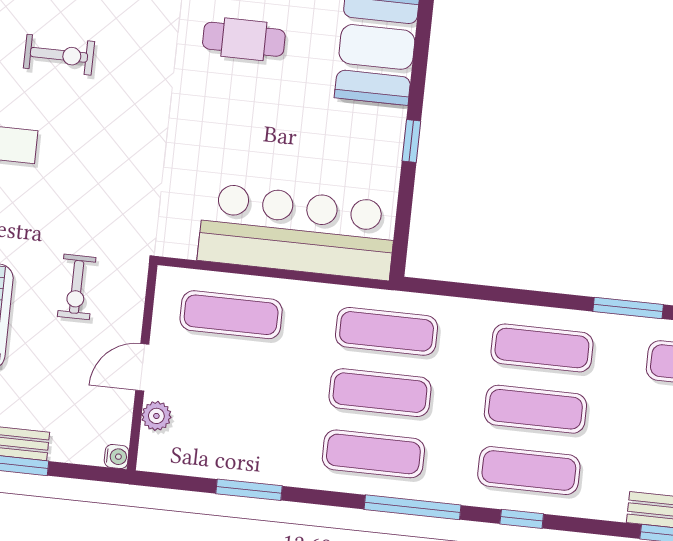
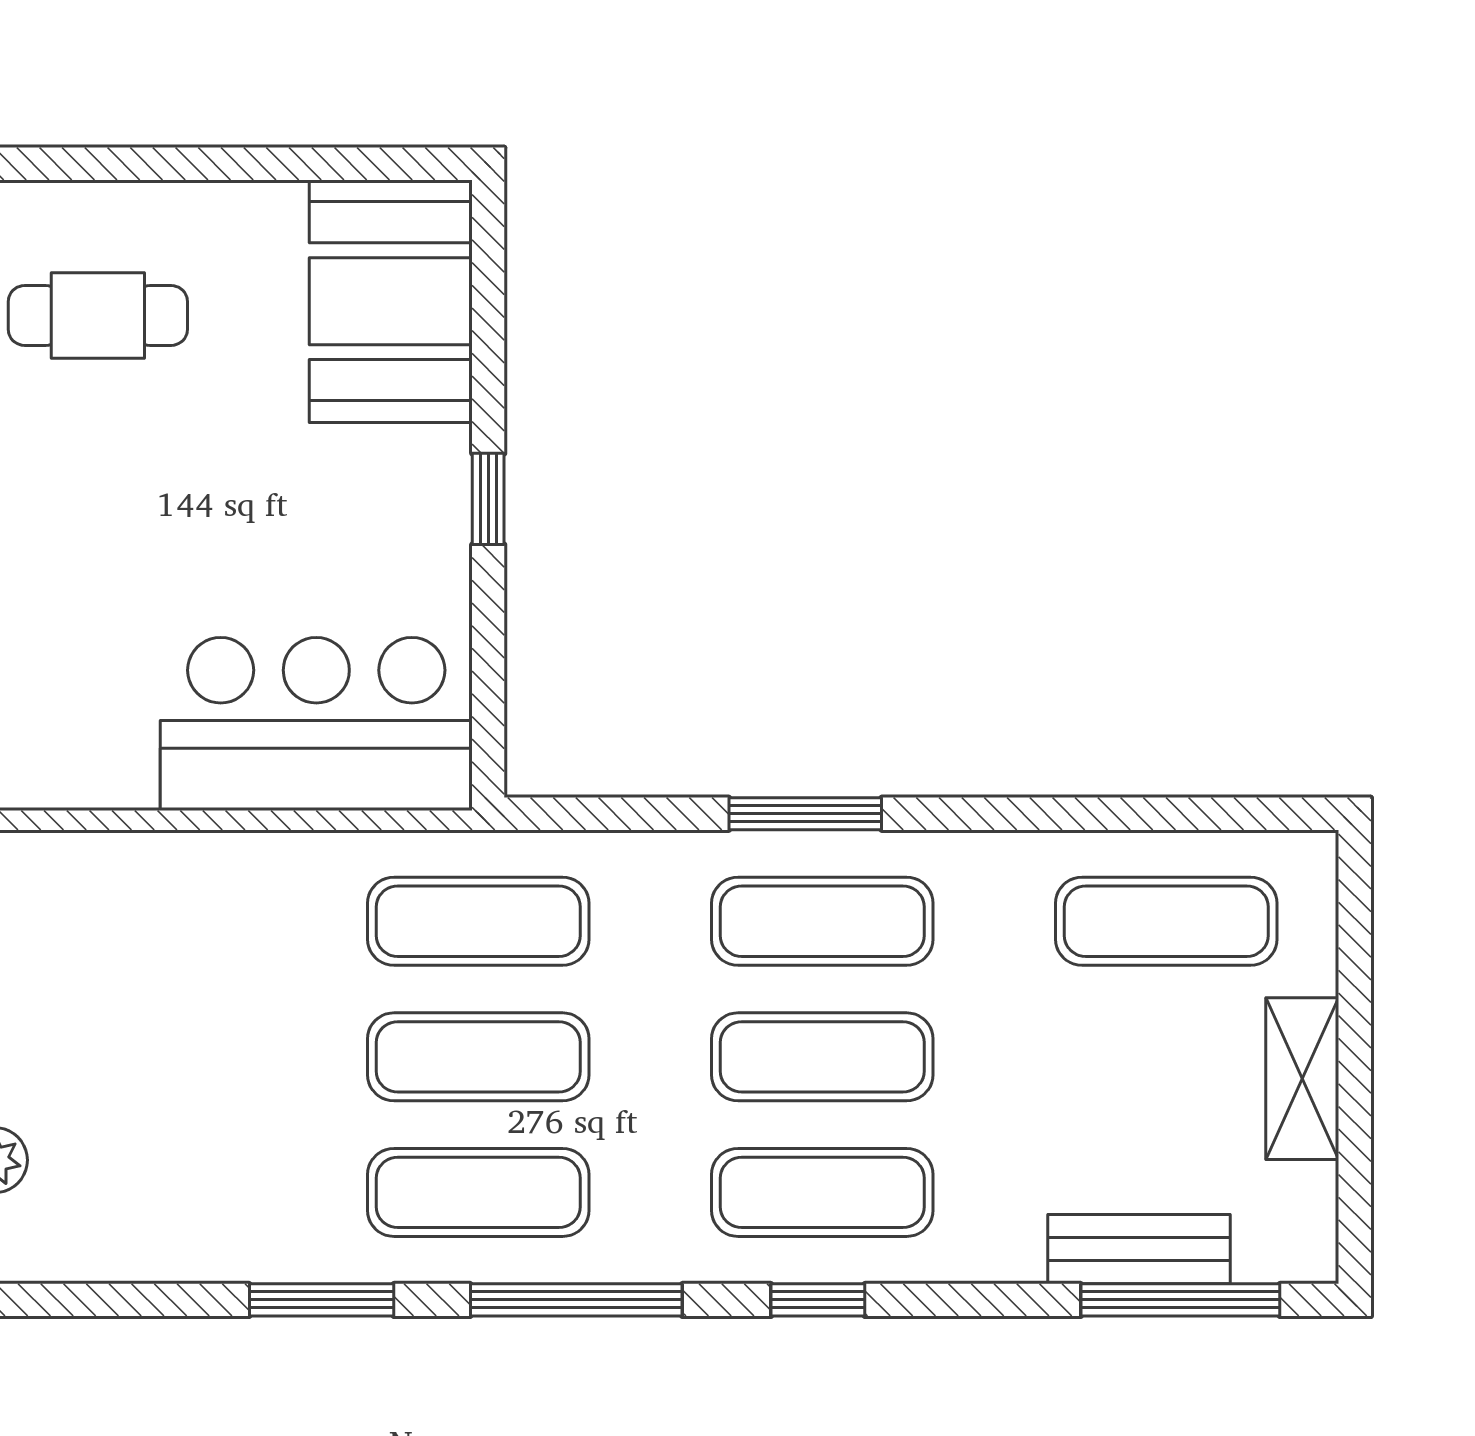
bar counter: (297, 232) -> (316, 724), width x0.73
window: (628, 308) -> (805, 814), moved
exercise mat: (231, 315) -> (134, 921), removed
window: (249, 490) -> (322, 1300), moved

